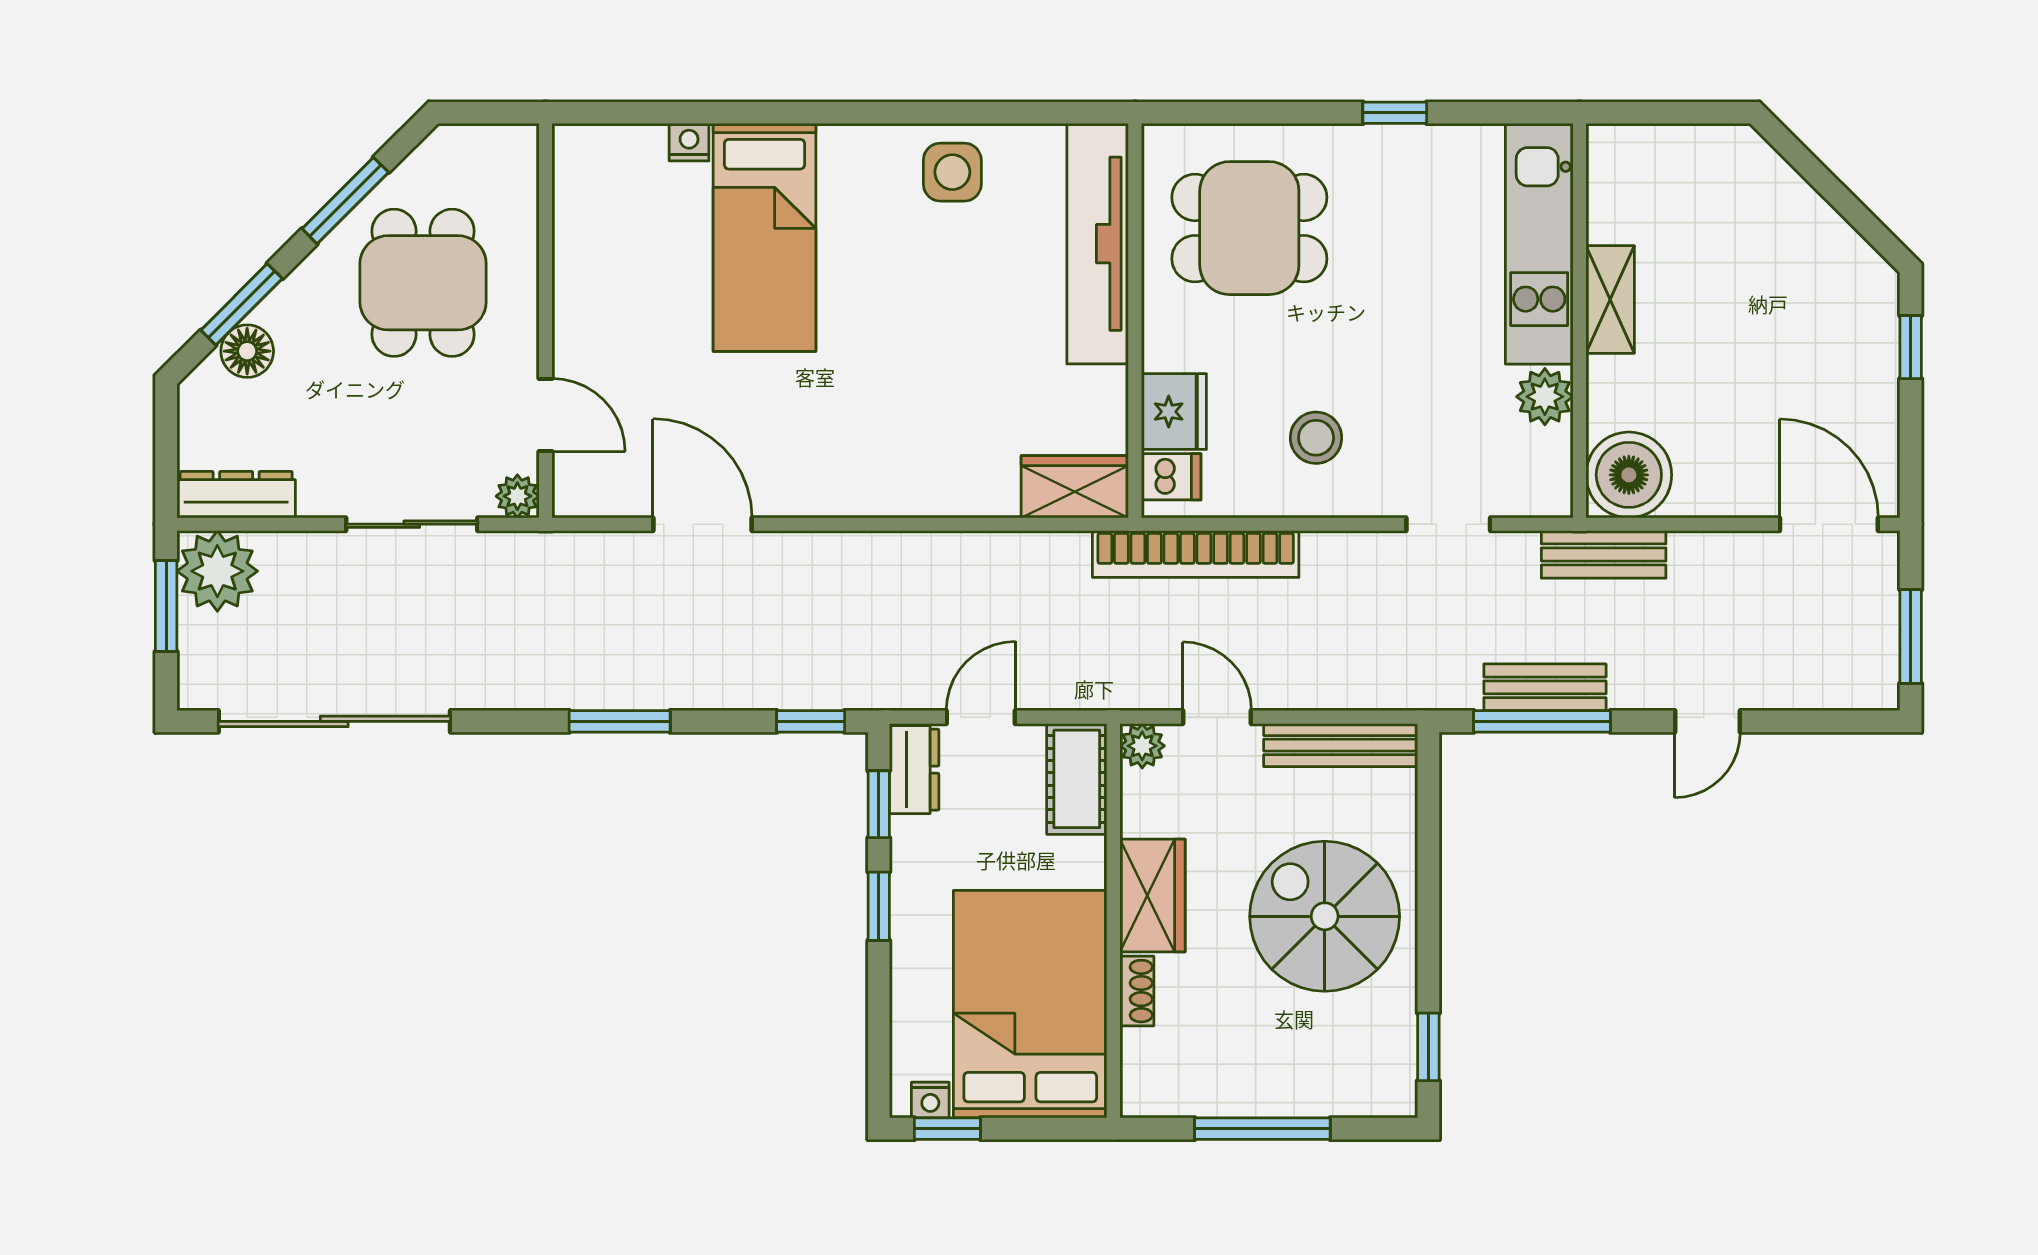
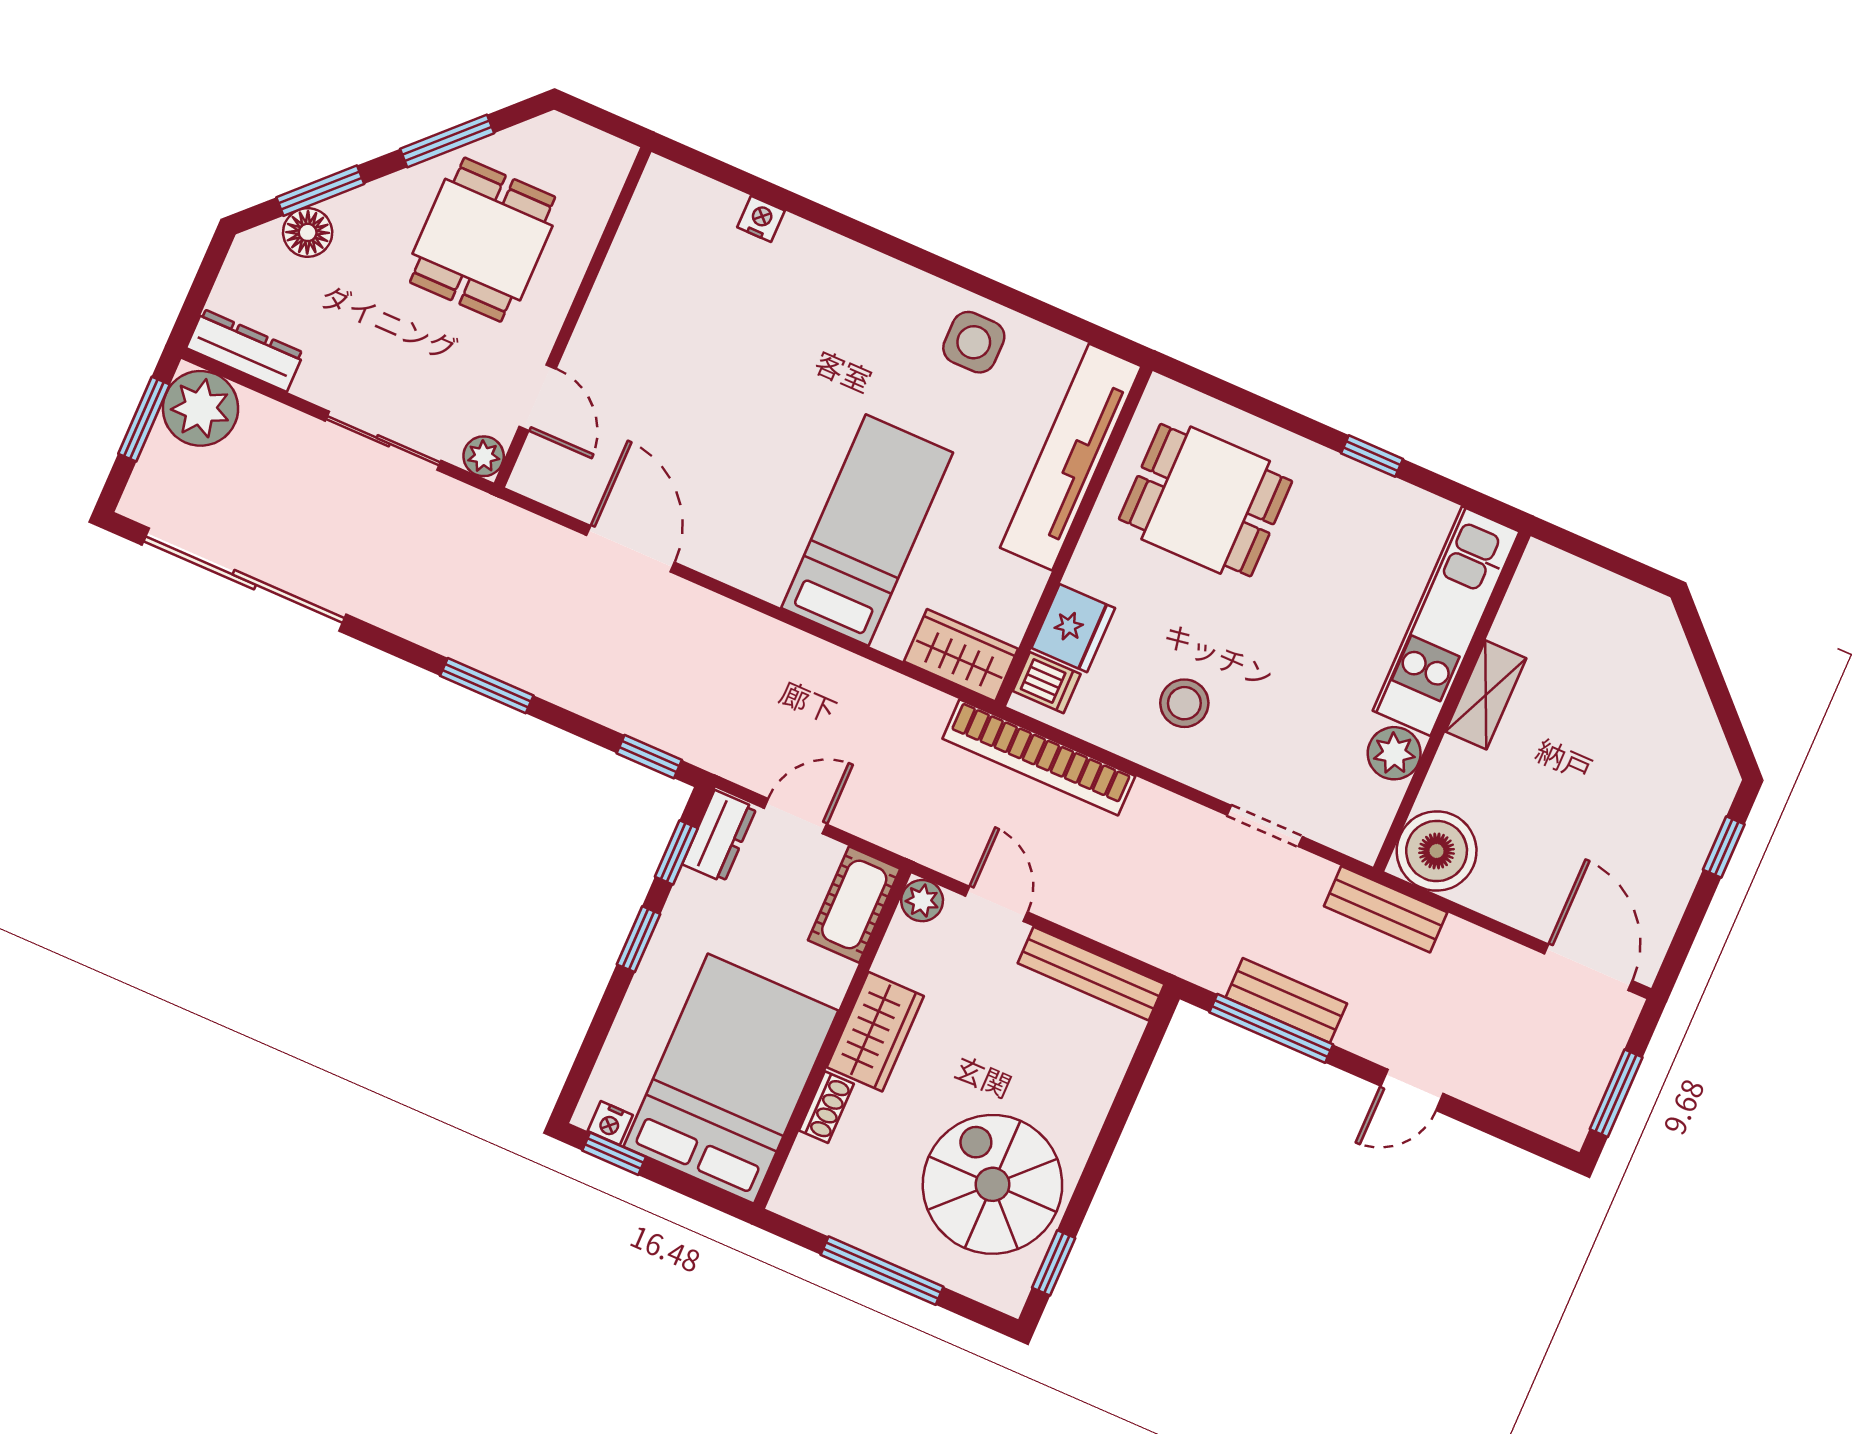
bed: (764, 237) -> (867, 530), moved, turned 180
spiral stairs: (1325, 916) -> (992, 1184), moved

